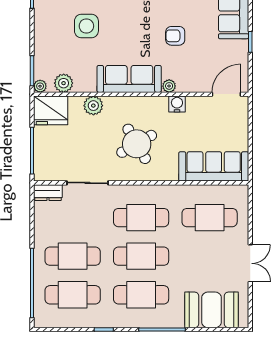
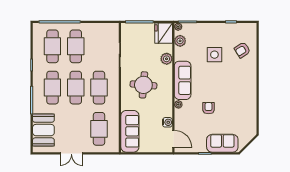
water cooler: (177, 104) -> (167, 122), moved
round table: (137, 144) -> (143, 85), turned 35
dresser: (48, 193) -> (114, 31), removed

